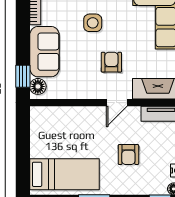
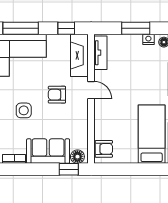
armchair: (128, 155) -> (104, 149), moved

